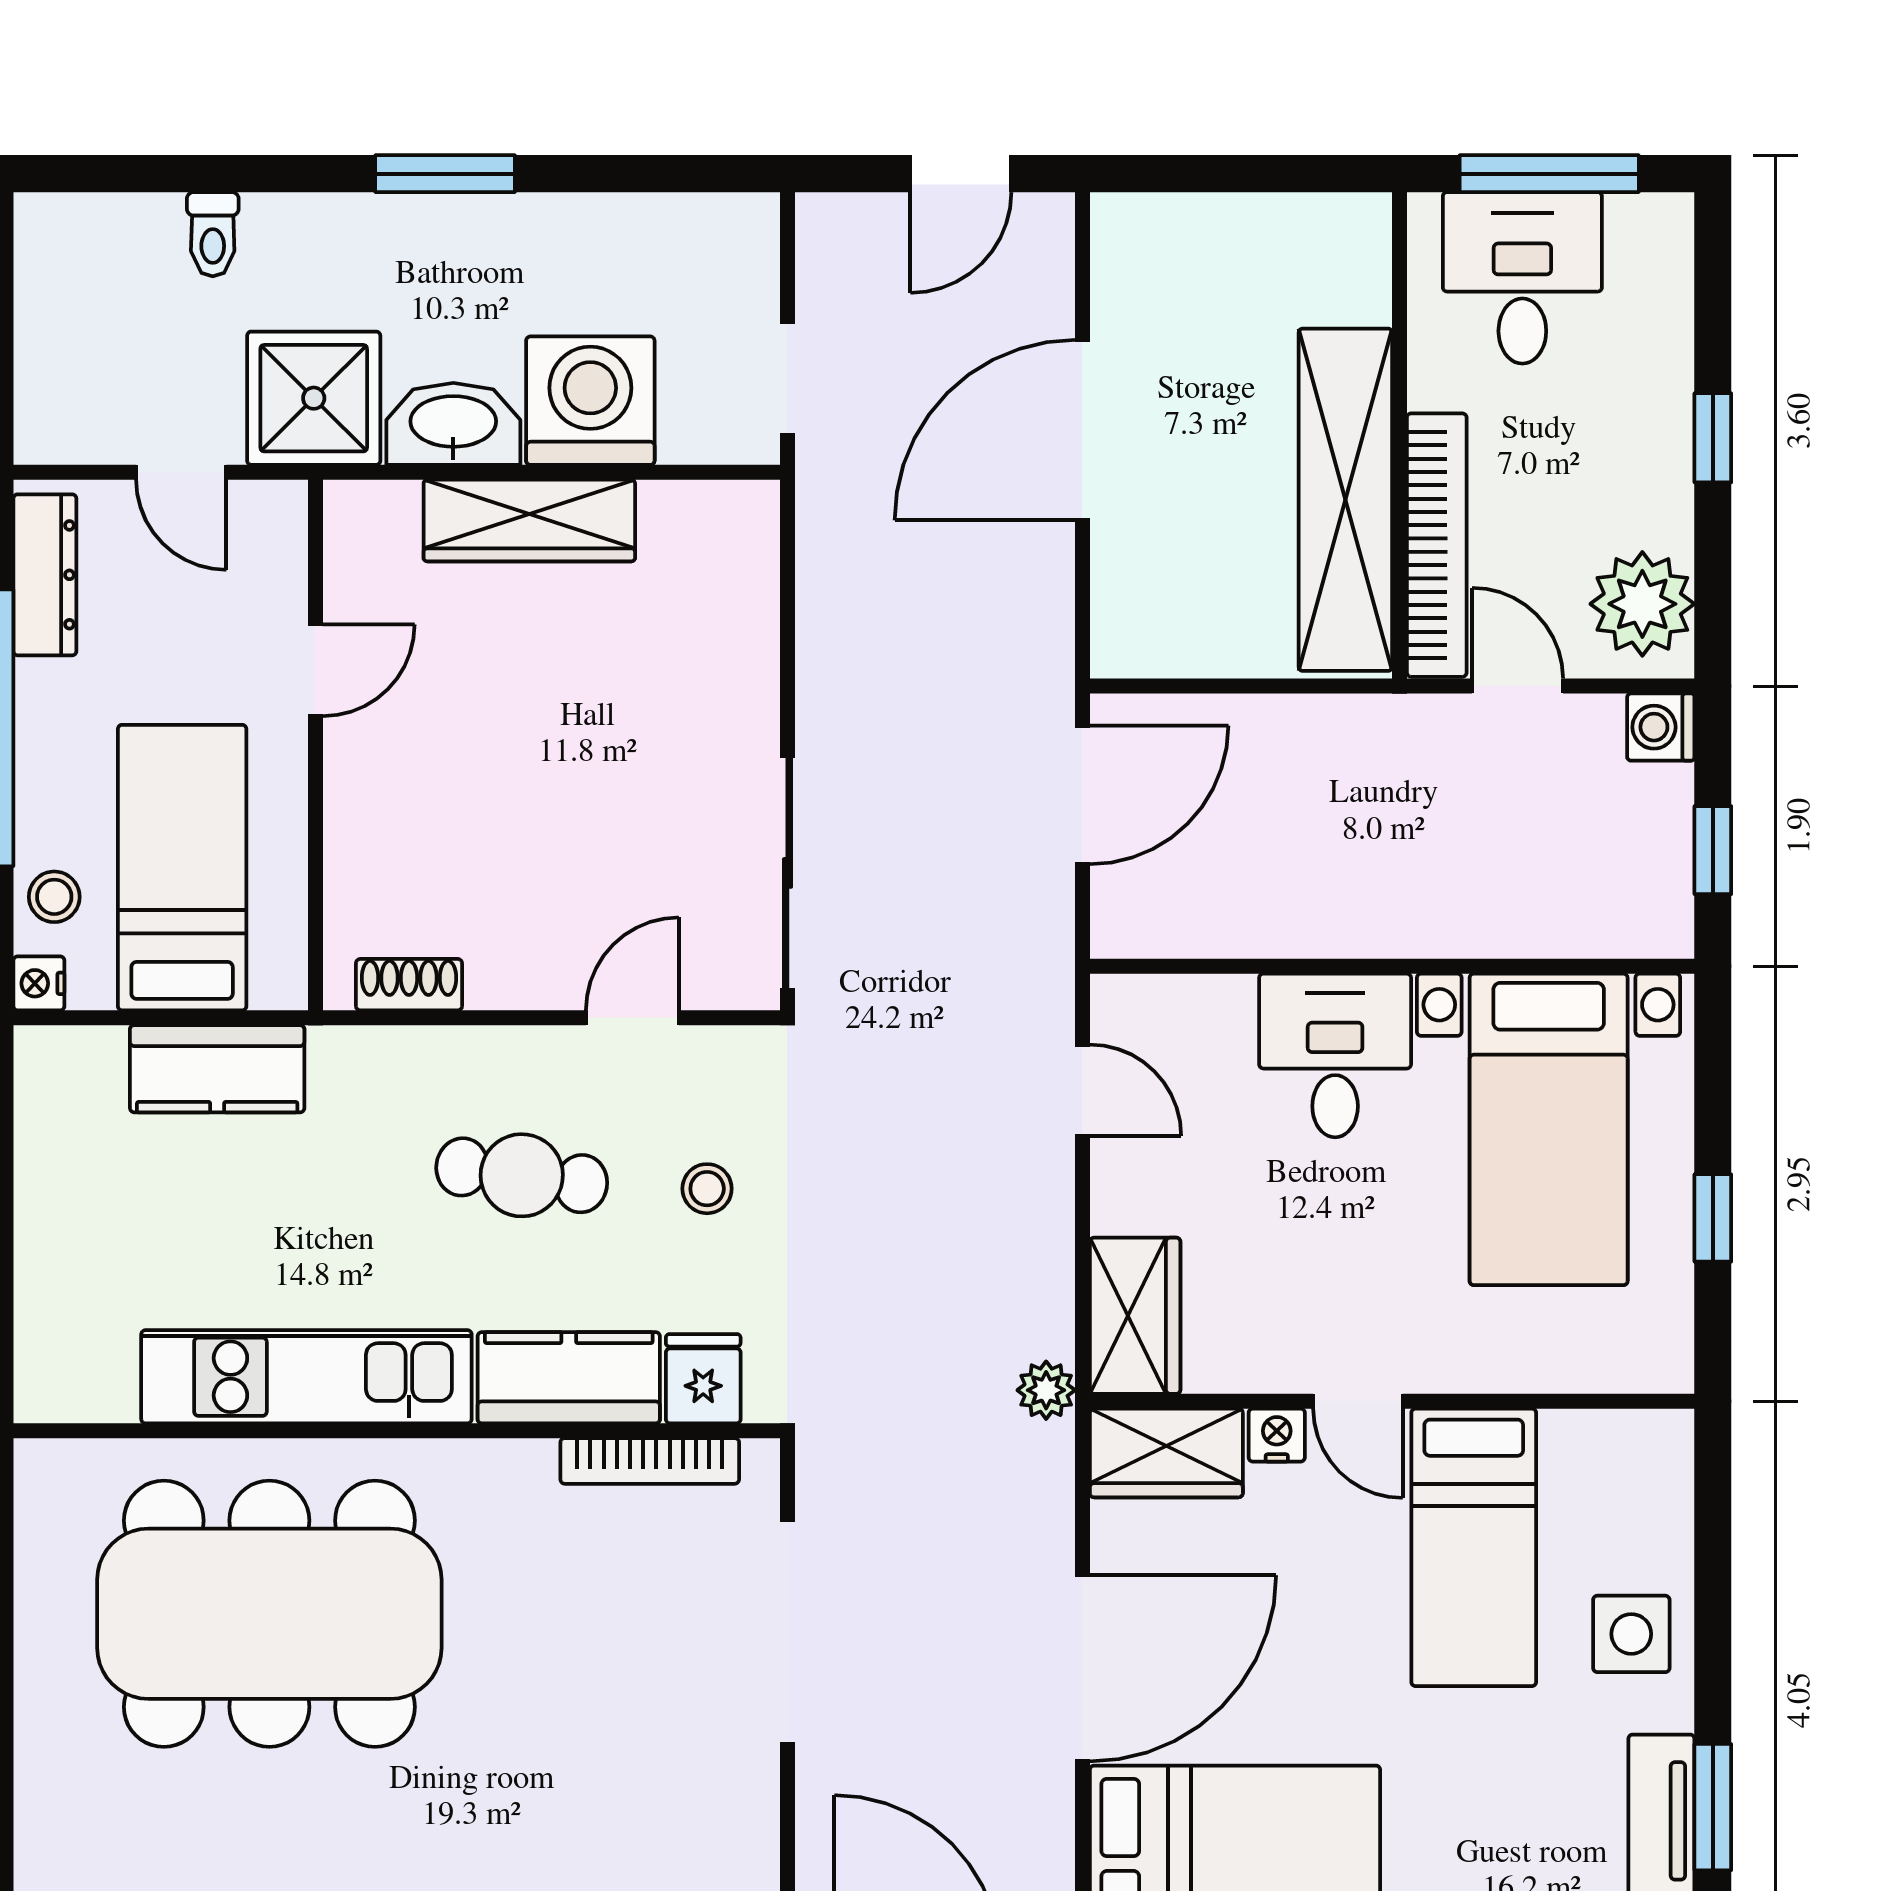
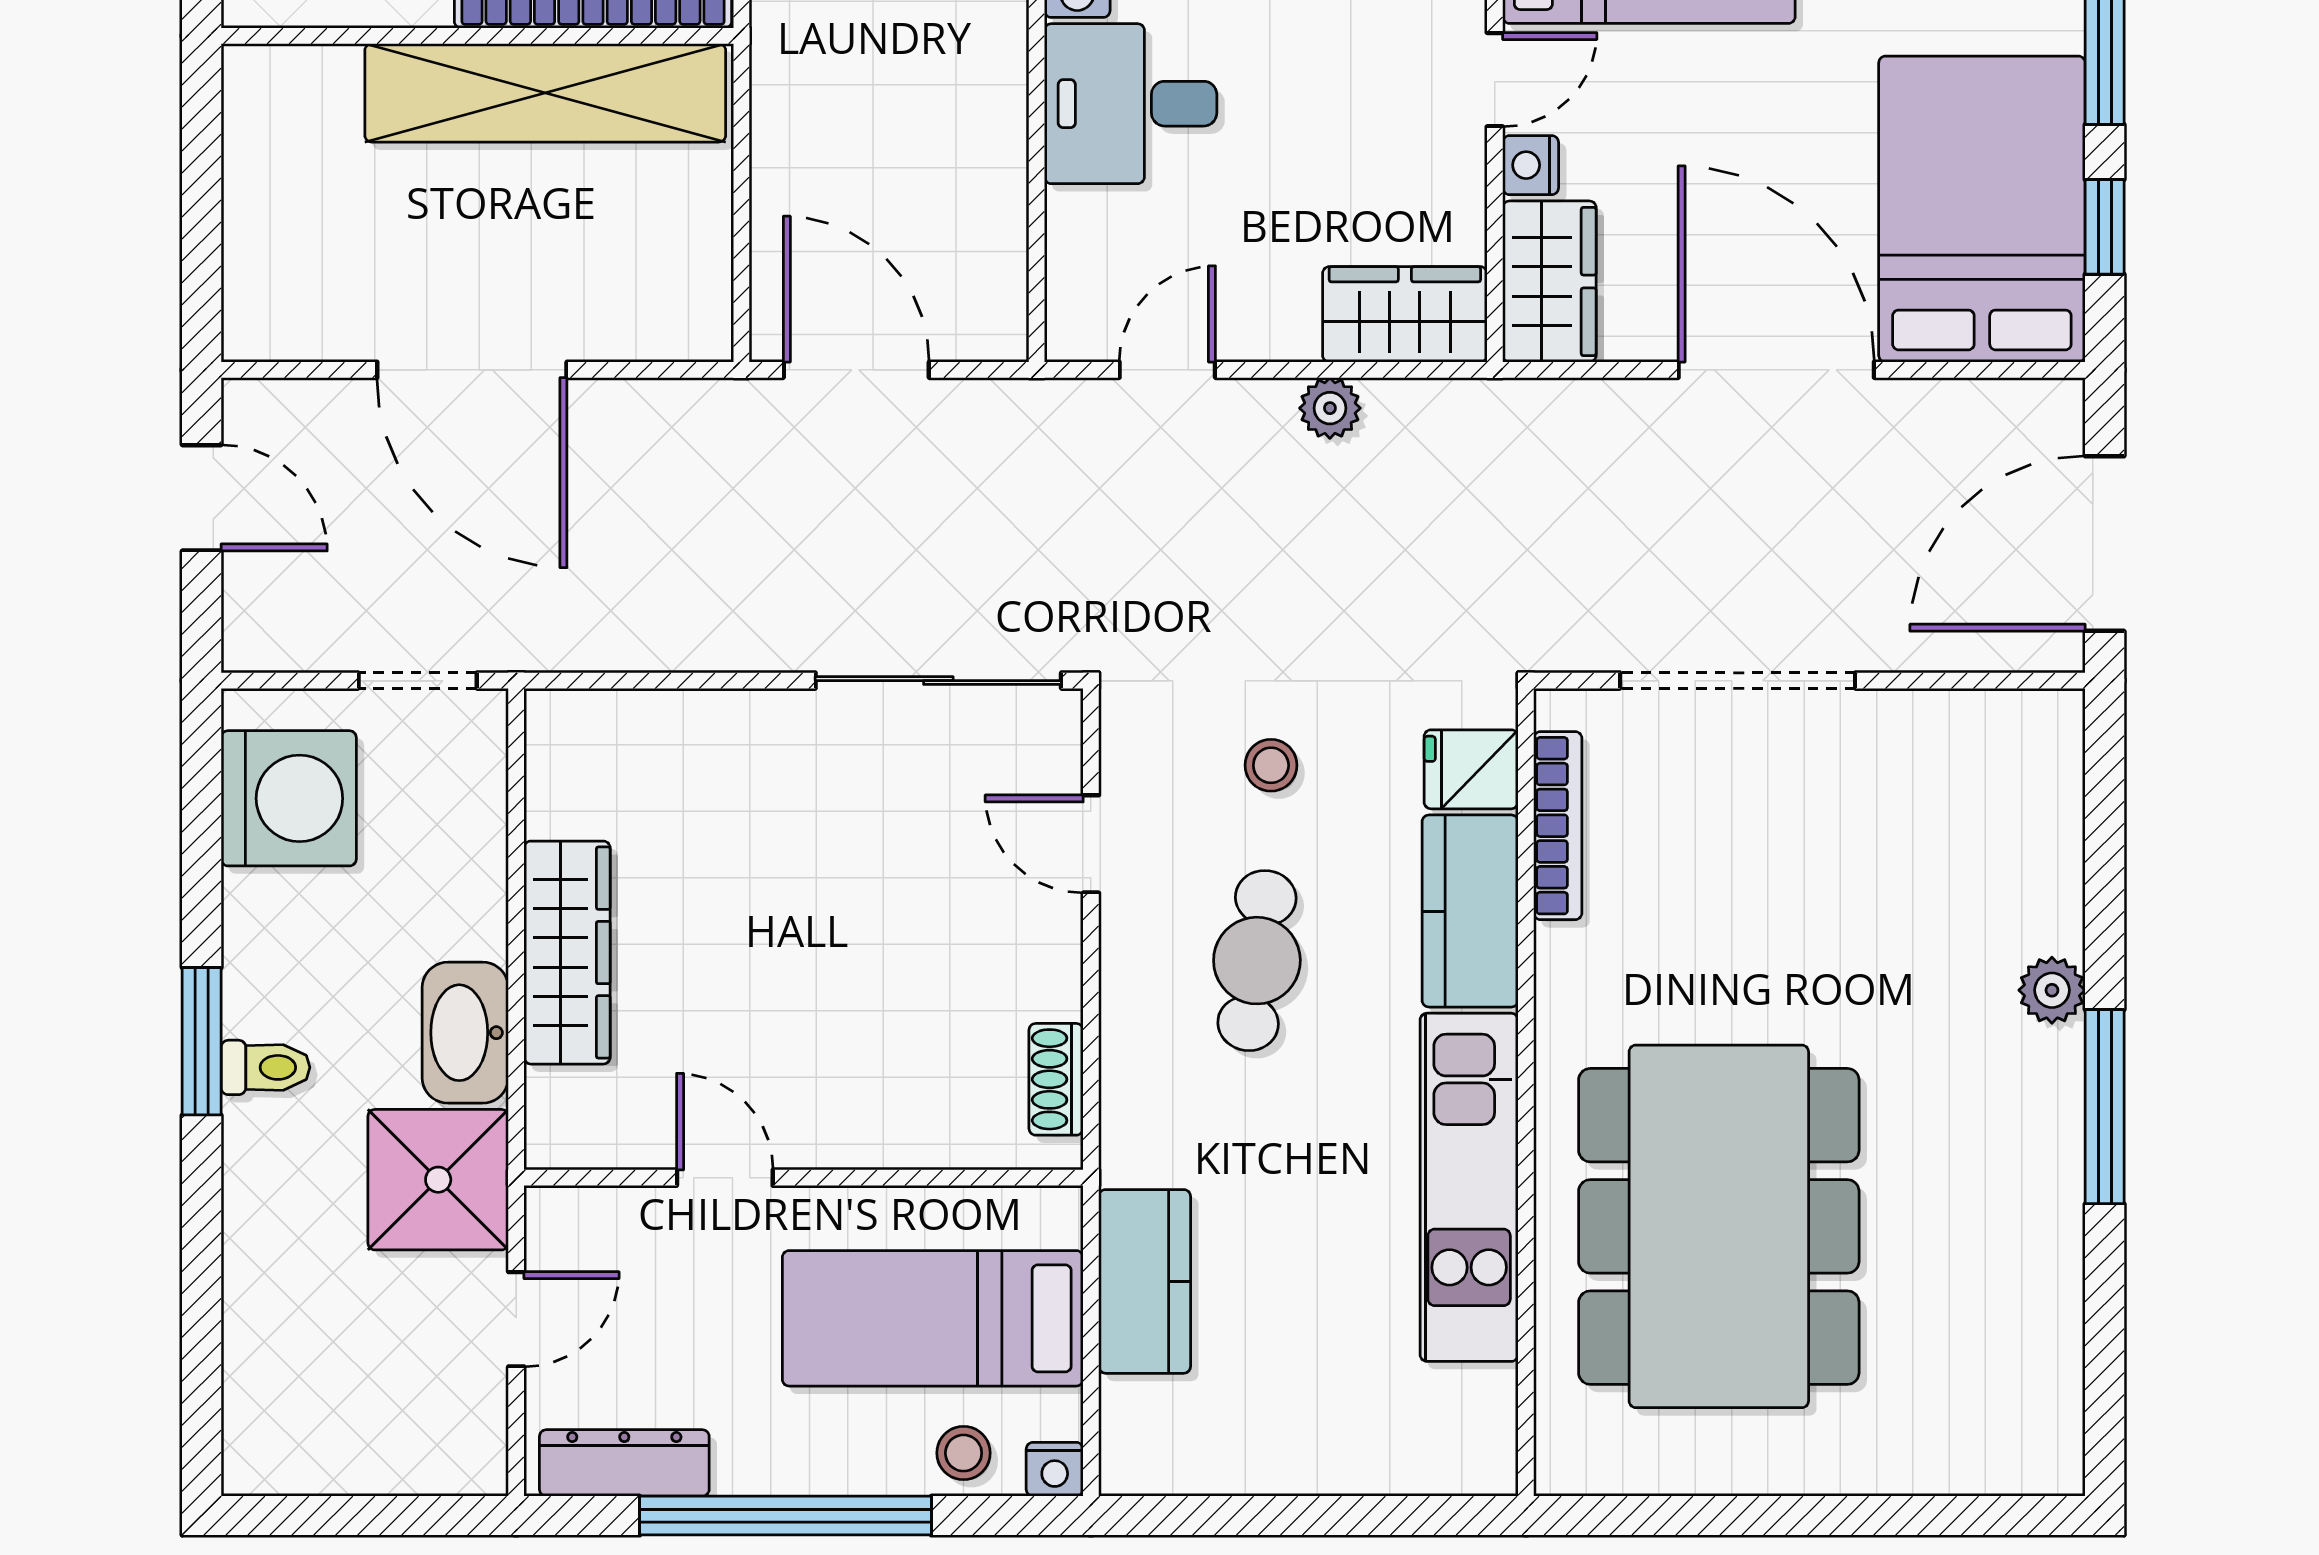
toilet: (213, 234) -> (265, 1067), moved
washing machine: (590, 401) -> (289, 798), moved, turned 180
plant: (1046, 1390) -> (1330, 408), moved

